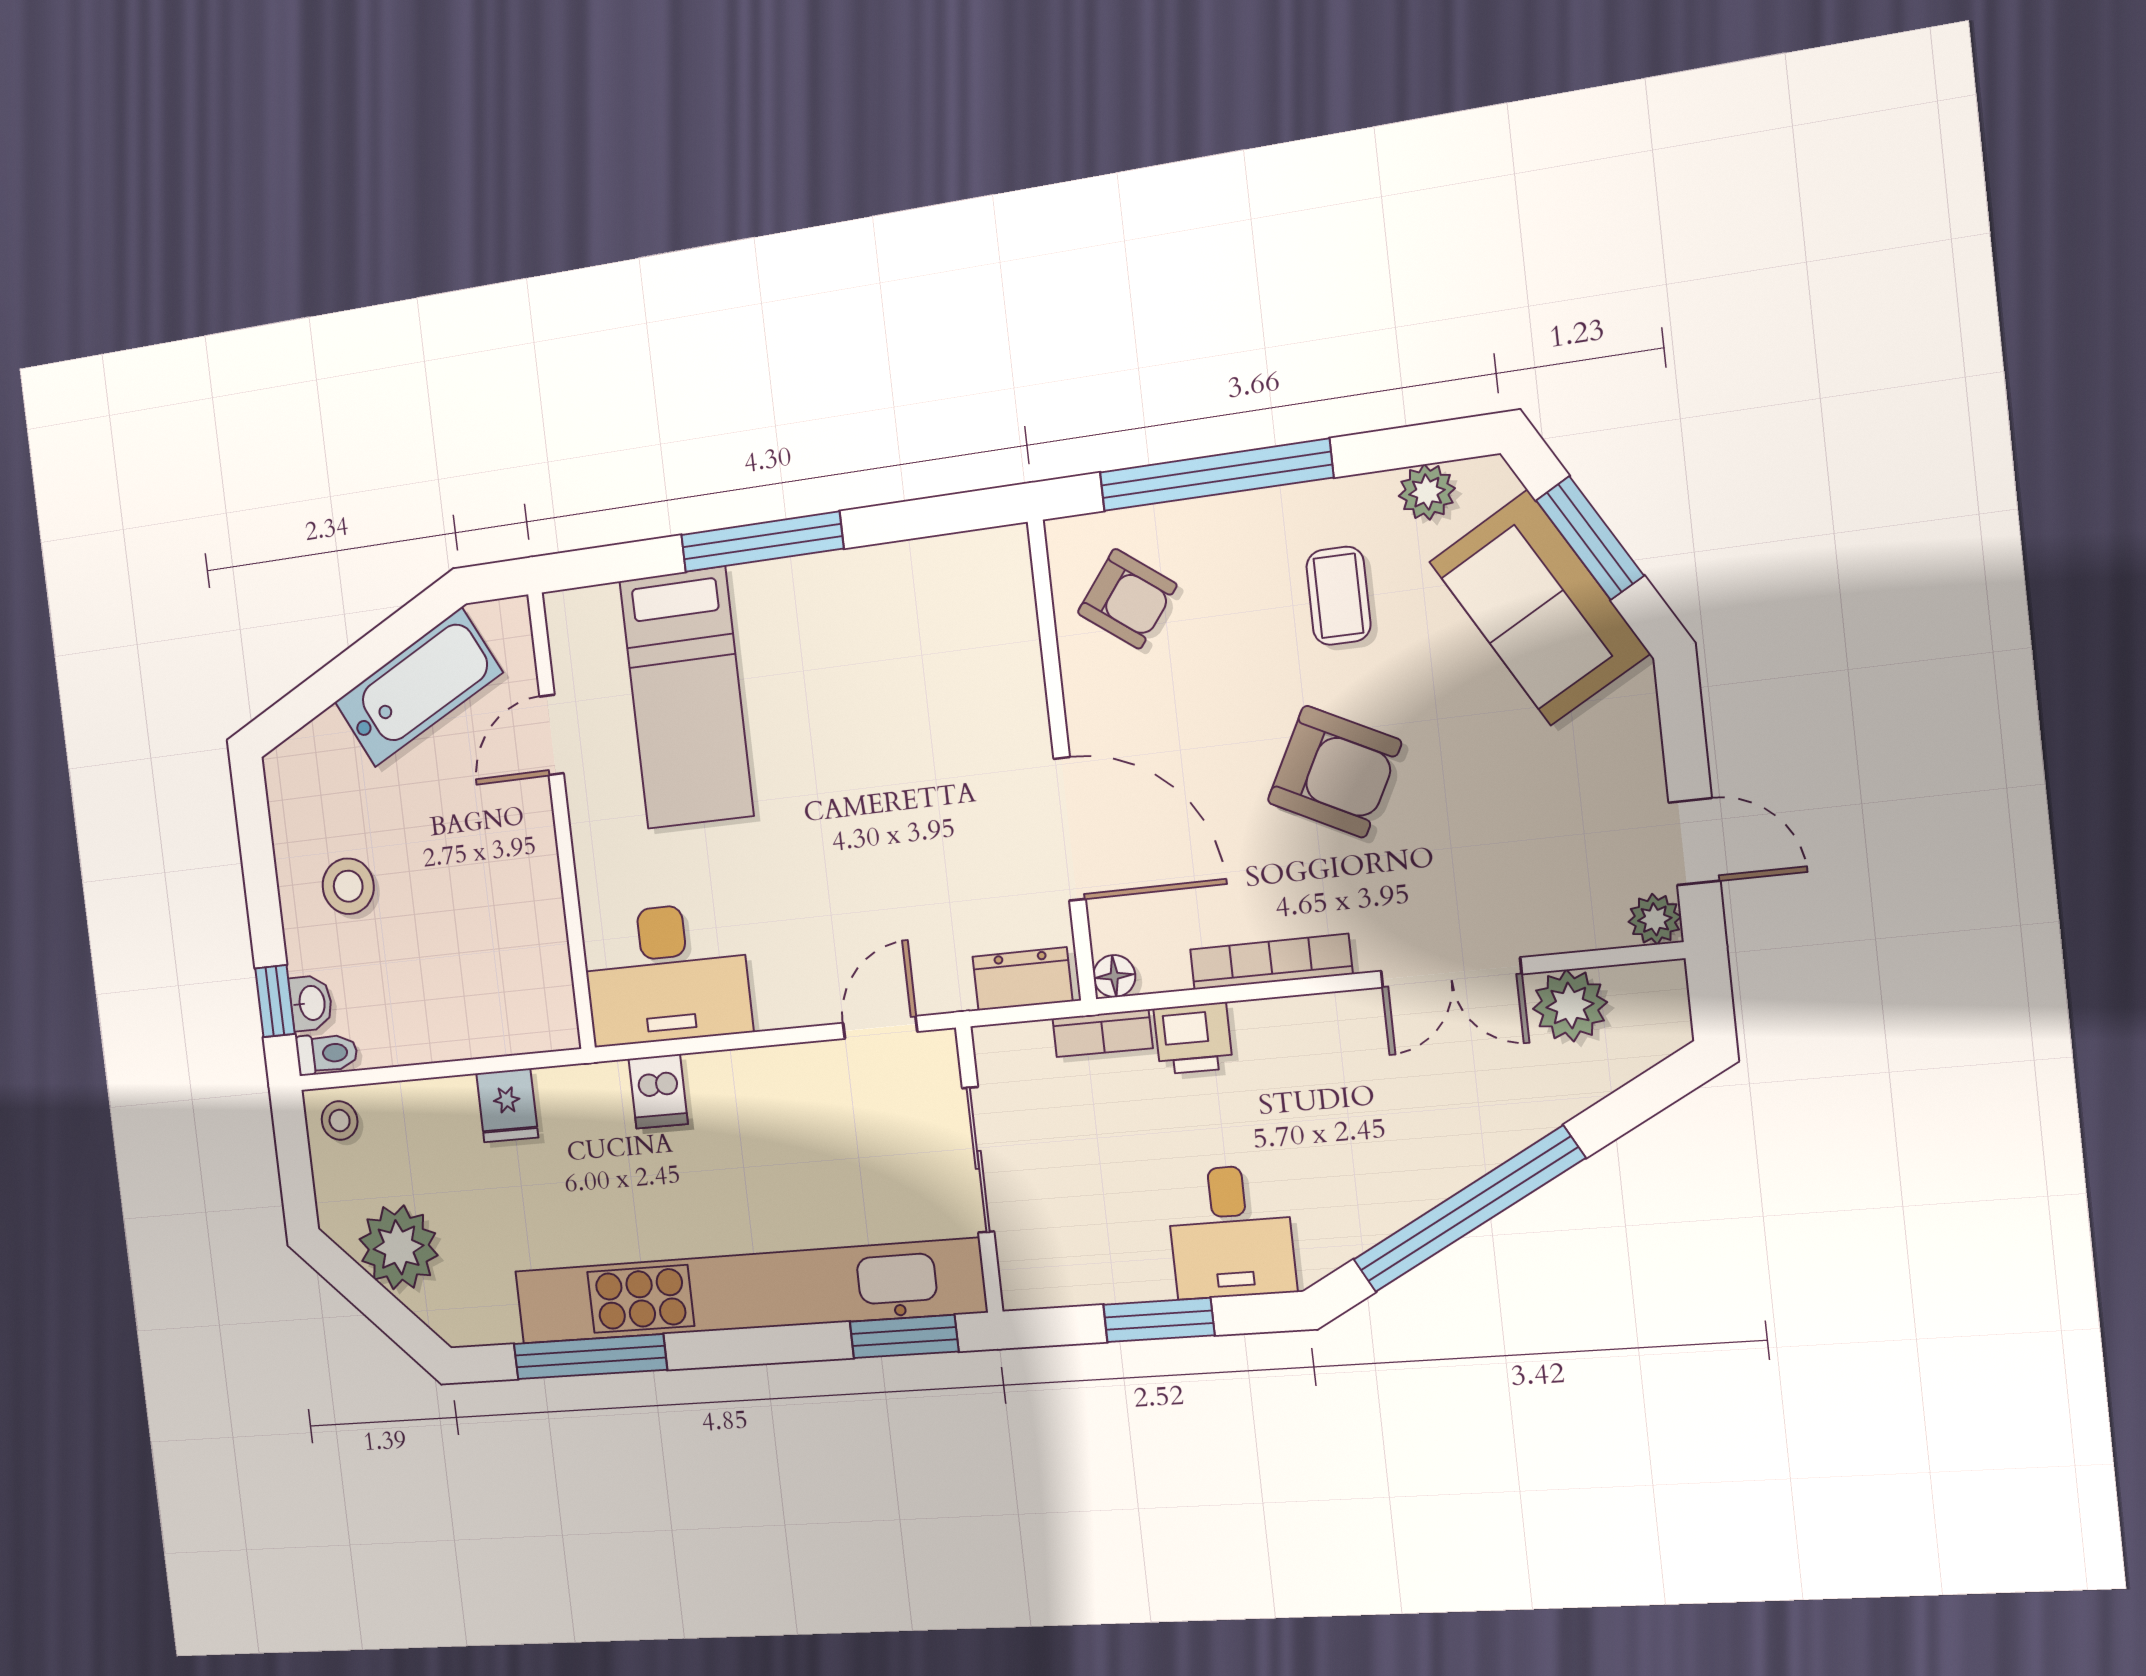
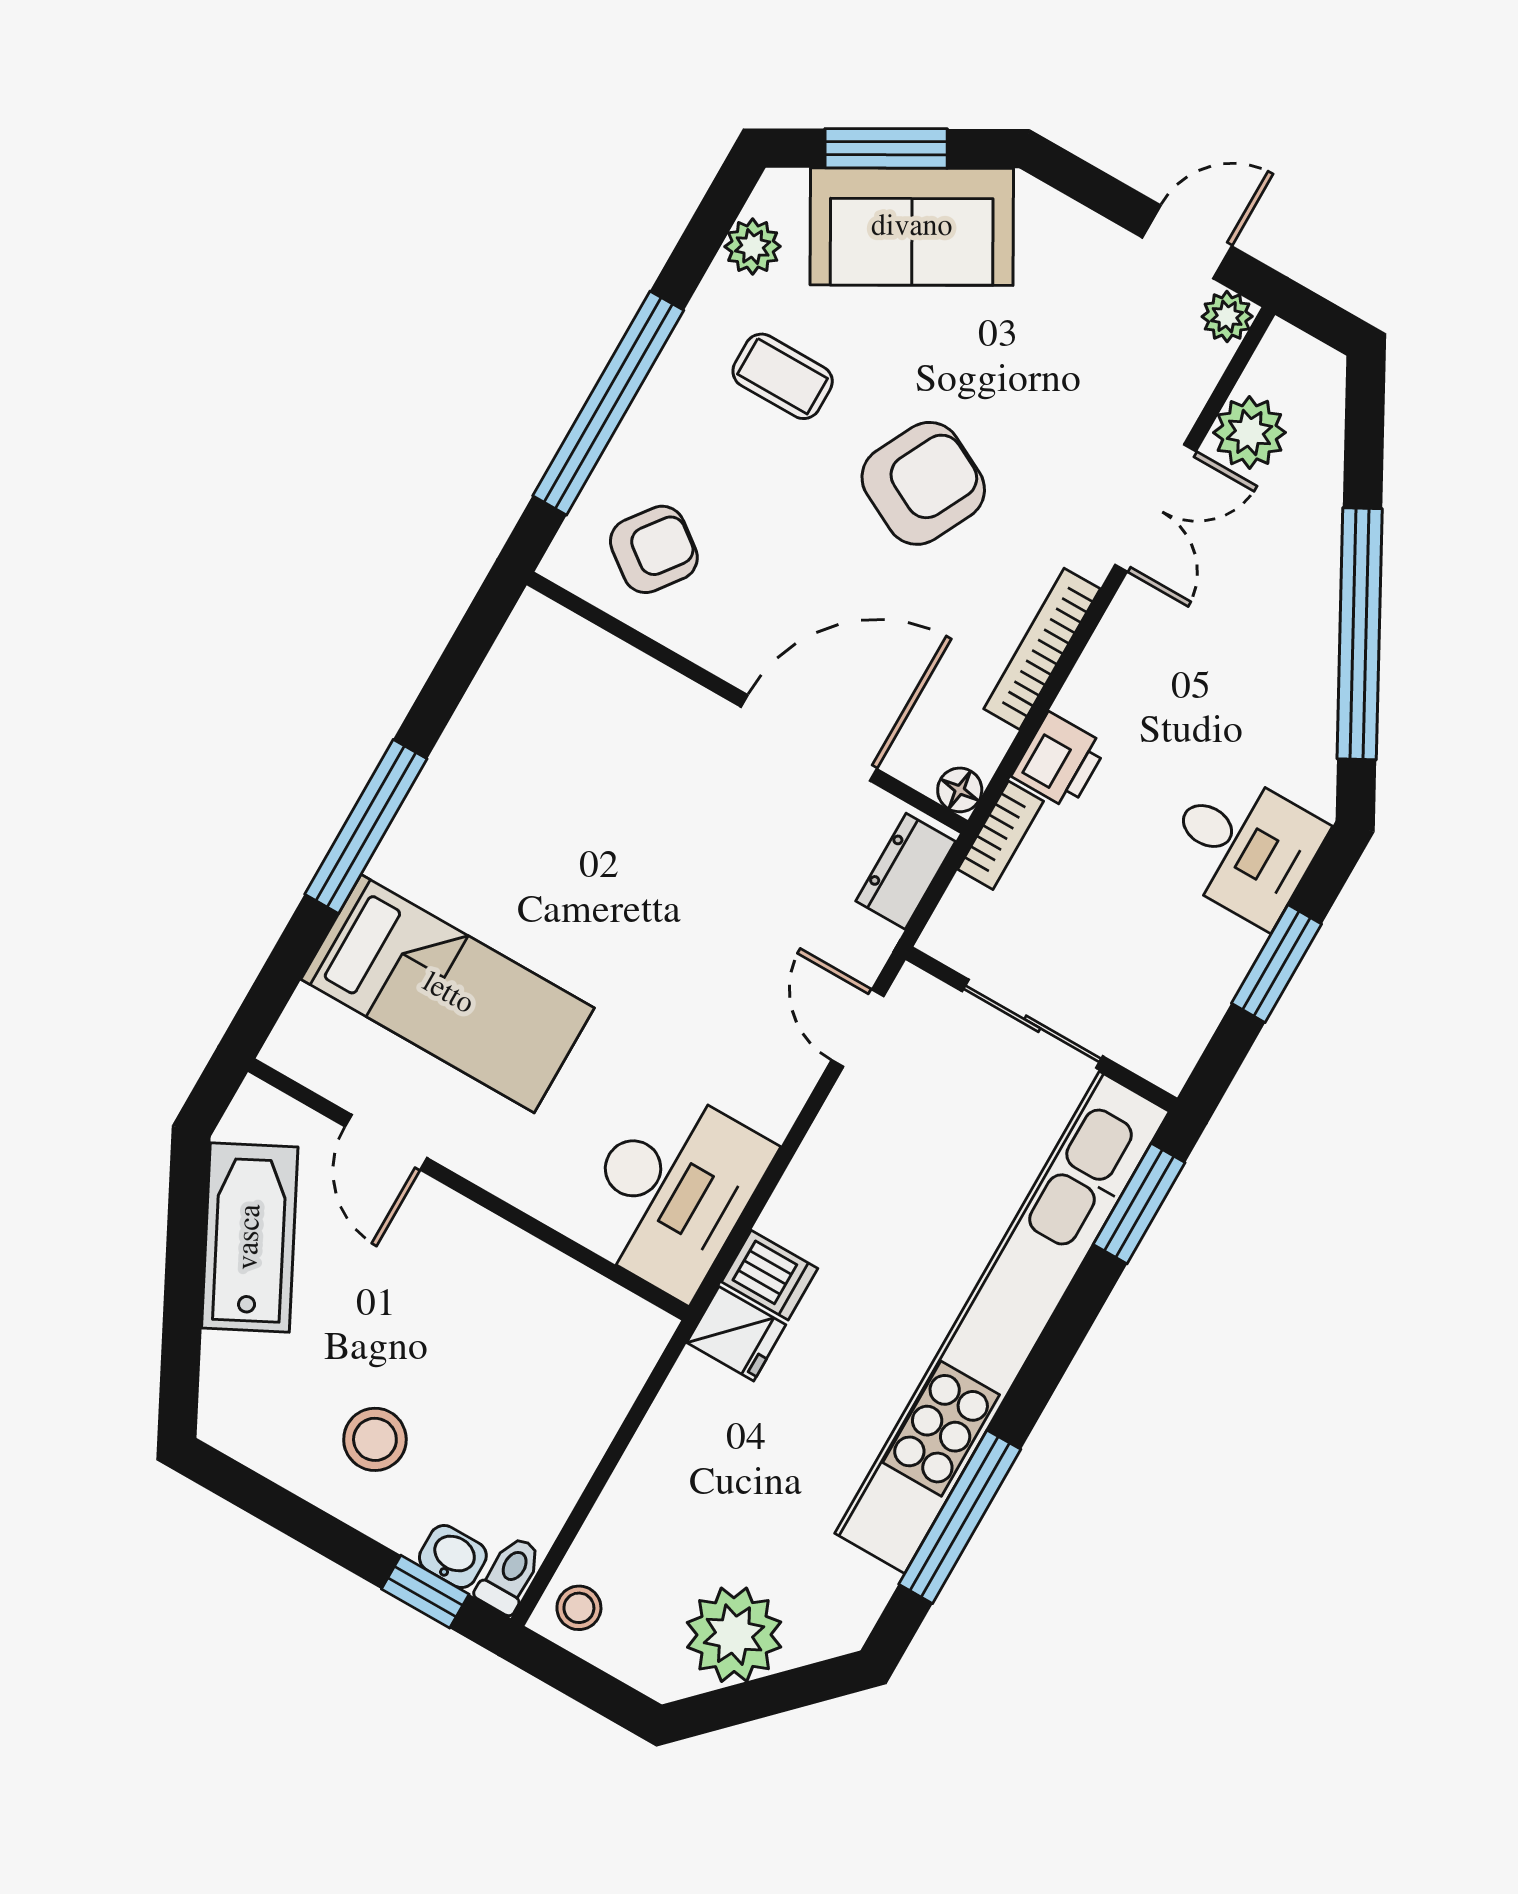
fridge: (507, 1105) -> (736, 1334), moved

